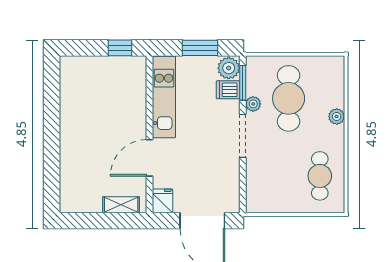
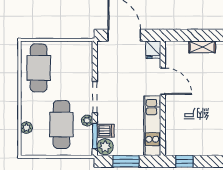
plant: (337, 117) -> (26, 128), moved
door: (150, 158) -> (163, 81), hinge flipped
cafe table: (320, 176) -> (39, 68), width x1.37, depth x1.35
shelving: (121, 205) -> (202, 47), moved

